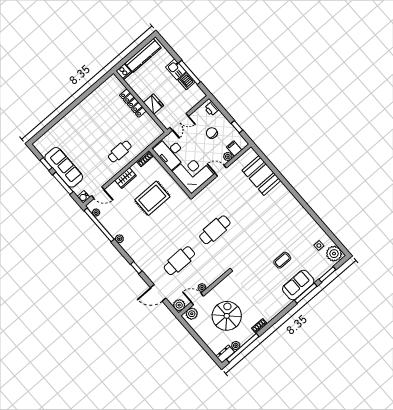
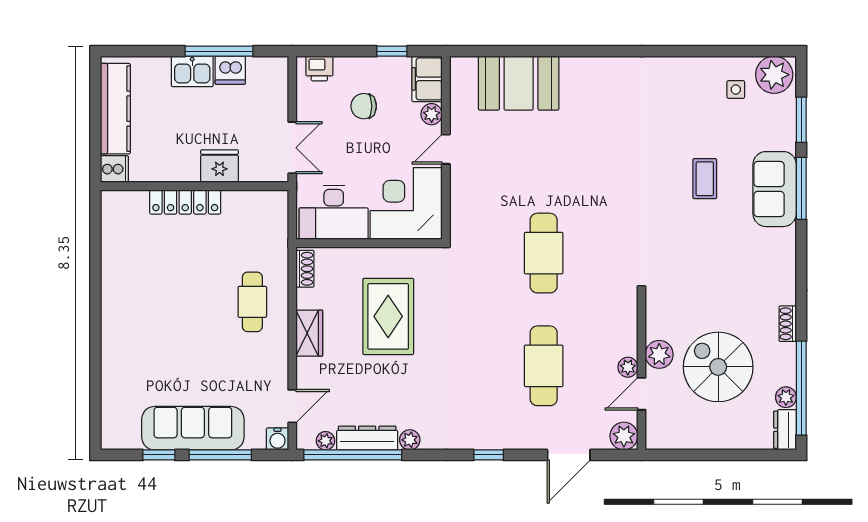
filing cabinet: (234, 149) -> (427, 79), width x2.00
dresser: (108, 225) -> (367, 438), added
plant: (192, 314) -> (659, 354), moved

